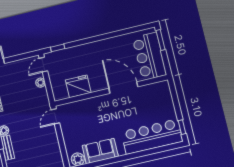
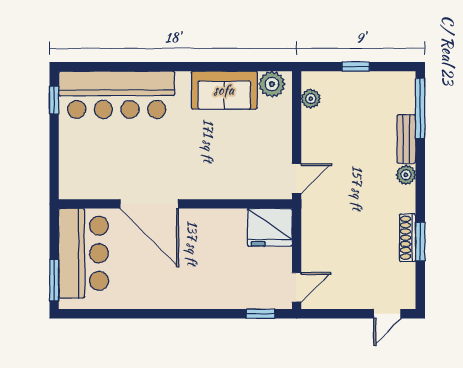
plant: (41, 83) -> (311, 99), moved
fridge: (78, 86) -> (270, 227), moved

